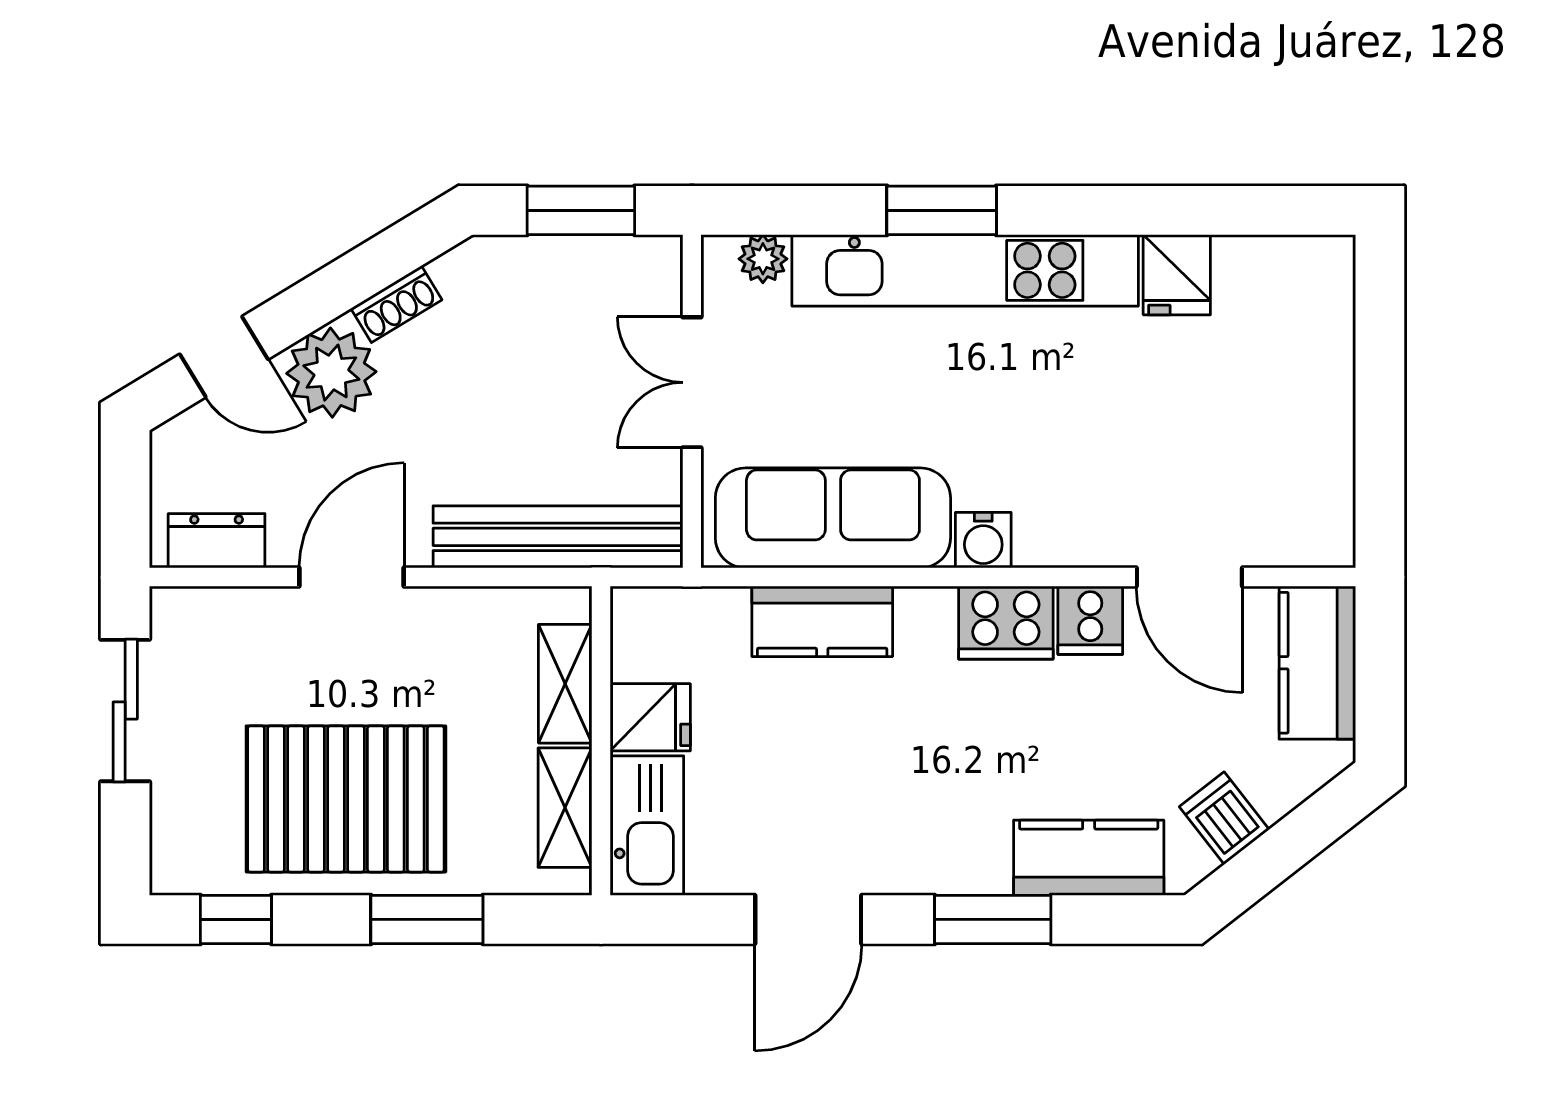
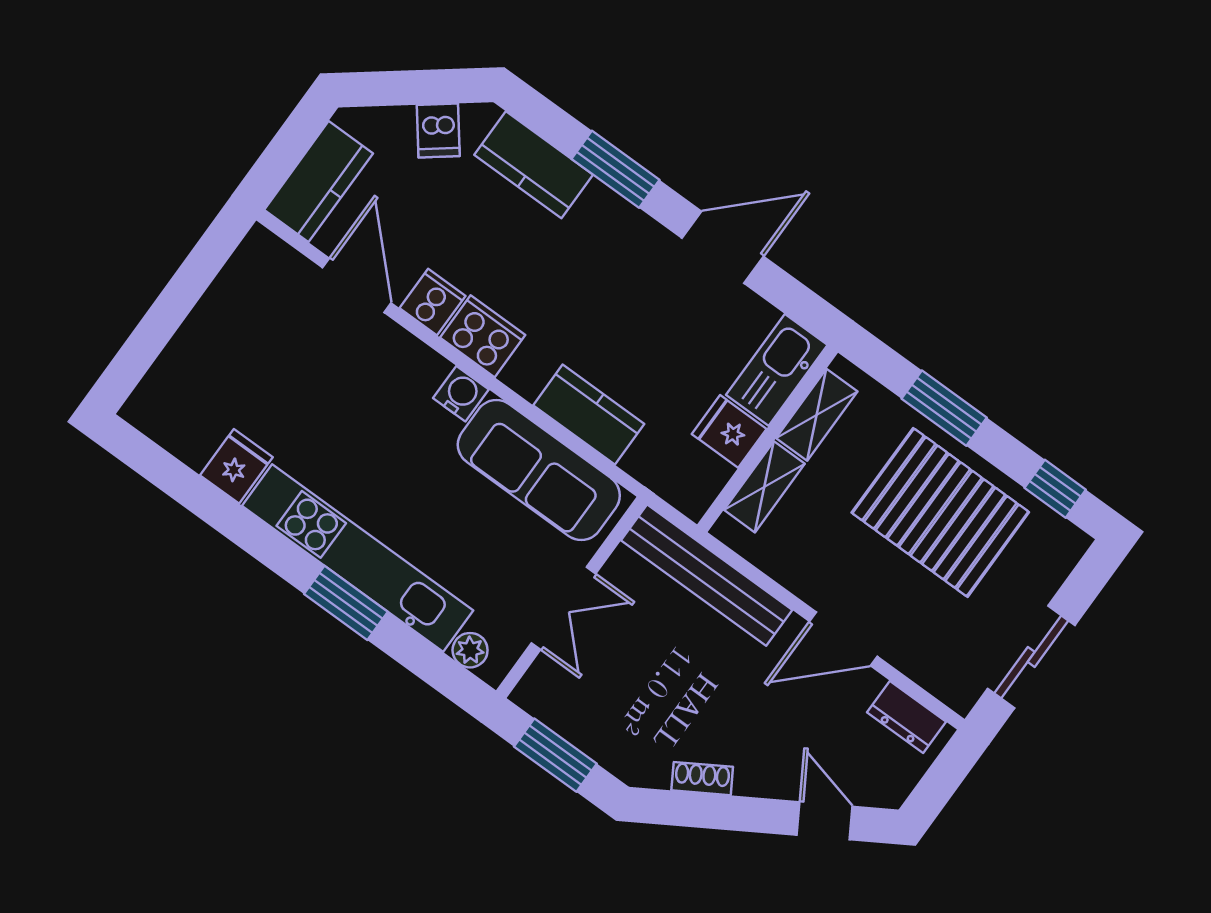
plant: (331, 373) -> (769, 766), removed

